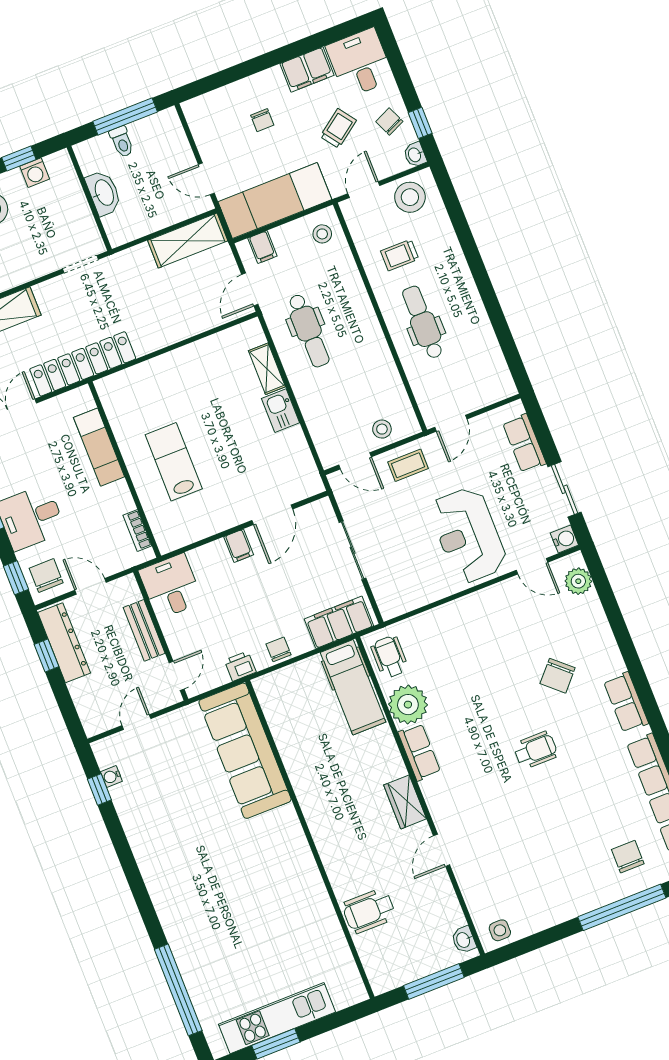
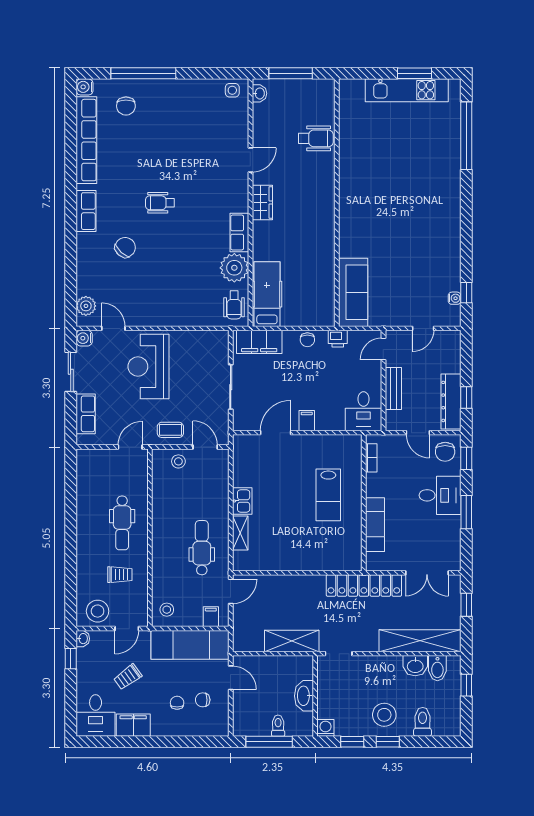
chair: (389, 122) -> (203, 700), moved, turned 114
washing machine: (35, 173) -> (325, 728), moved
shelving: (188, 241) -> (292, 641), moved
reception desk: (468, 535) -> (148, 367), turned 180
sofa: (245, 751) -> (353, 292), width x0.74, depth x0.79

